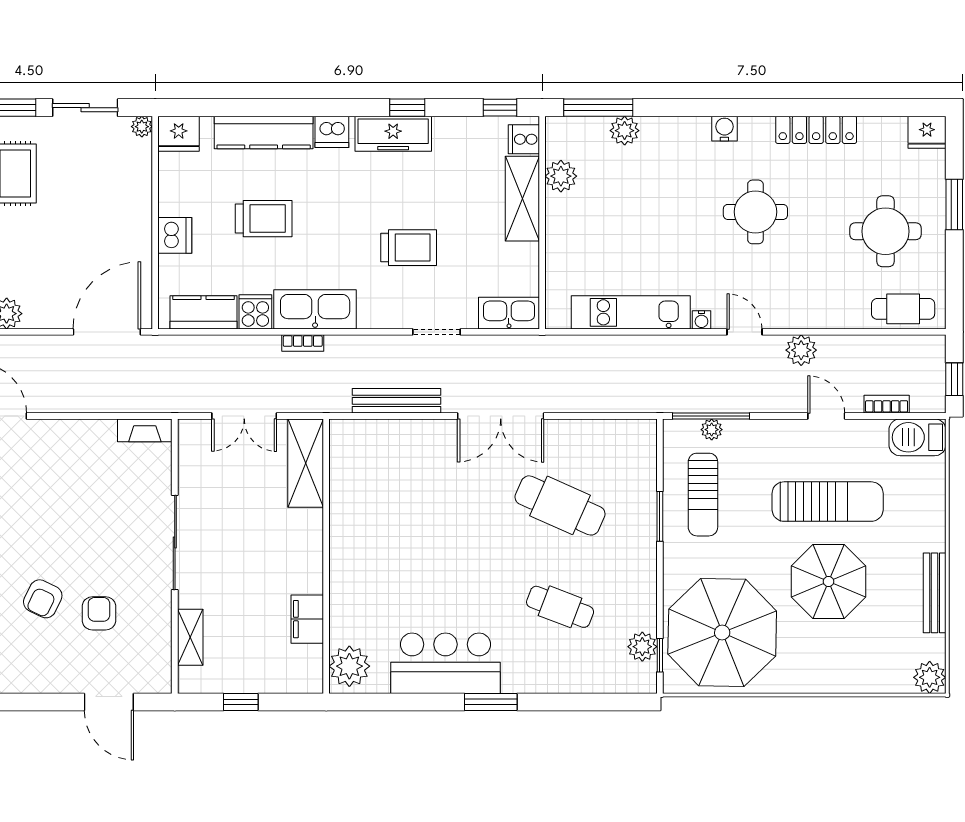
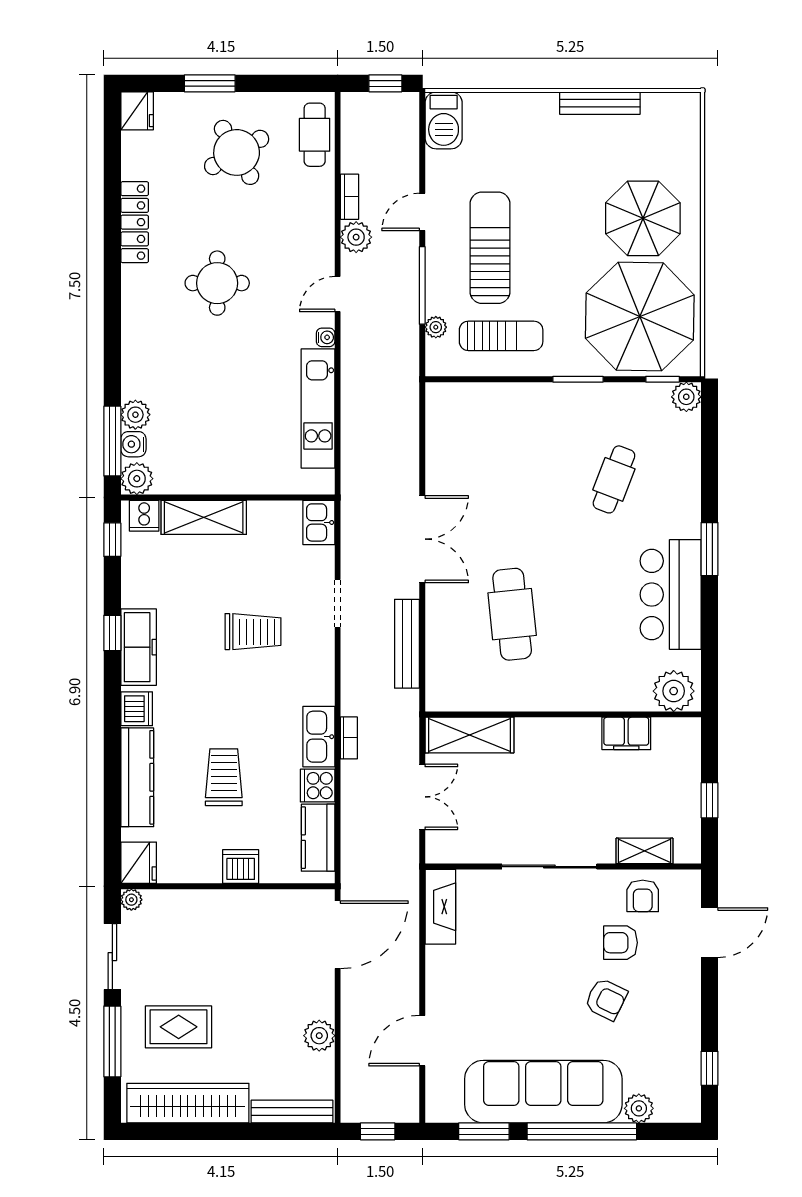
water cooler: (724, 129) -> (133, 444), moved
plant: (561, 176) -> (137, 479), moved
round table: (885, 231) -> (237, 152), turned -30
trolley: (409, 248) -> (253, 632), turned 90
kitchen sink: (315, 309) -> (319, 737), width x0.73, depth x0.81
kitchen sink: (509, 313) -> (319, 522), width x0.73
door: (107, 332) -> (338, 935), swing flipped
bookcase: (887, 404) -> (350, 197), moved, turned 180
window: (711, 416) -> (422, 285), moved
fireplace: (145, 430) -> (440, 907), width x1.37, depth x1.32
sun lounger: (828, 502) -> (490, 248), moved
cafe table: (560, 505) -> (512, 614), moved, turned -30
window: (660, 516) -> (578, 379), moved
parasol: (829, 581) -> (643, 218), moved
armchair: (146, 635) -> (643, 896), added
plant: (642, 647) -> (686, 397), moved
plant: (930, 677) -> (685, 108), removed

